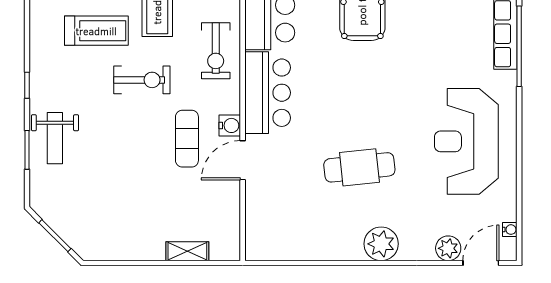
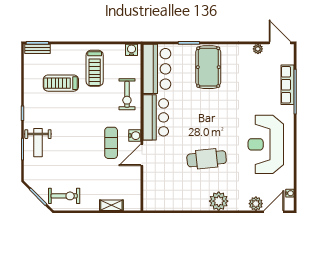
treadmill: (96, 31) -> (61, 83), turned 180
exercise bike: (142, 80) -> (64, 196), moved

